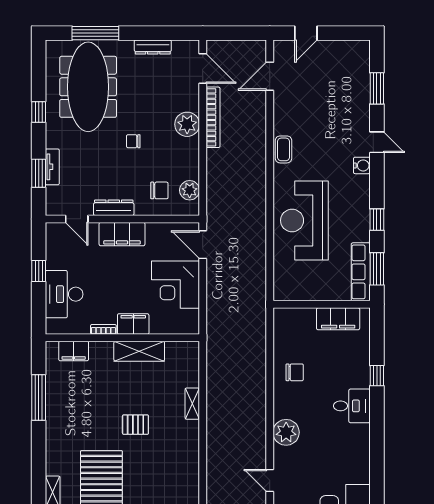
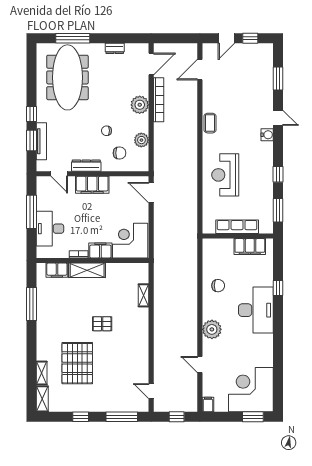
window: (339, 33) -> (250, 38), added
dresser: (153, 47) -> (115, 48), width x0.70
door: (203, 68) -> (151, 64), hinge flipped
window: (39, 112) -> (31, 114), moved
chair: (133, 141) -> (106, 131), moved
tv unit: (52, 167) -> (41, 141), width x1.41
plant: (190, 190) -> (141, 140), moved
reception desk: (304, 220) -> (225, 175), width x0.74, depth x0.77
window: (39, 271) -> (31, 212), width x2.17
row of seats: (361, 272) -> (237, 227), moved, turned 90
corner desk: (176, 285) -> (130, 241), moved, turned 90
shelving: (139, 351) -> (87, 270), moved
shelving: (192, 404) -> (143, 295), moved
desk: (352, 406) -> (256, 310), width x1.87, depth x1.30

